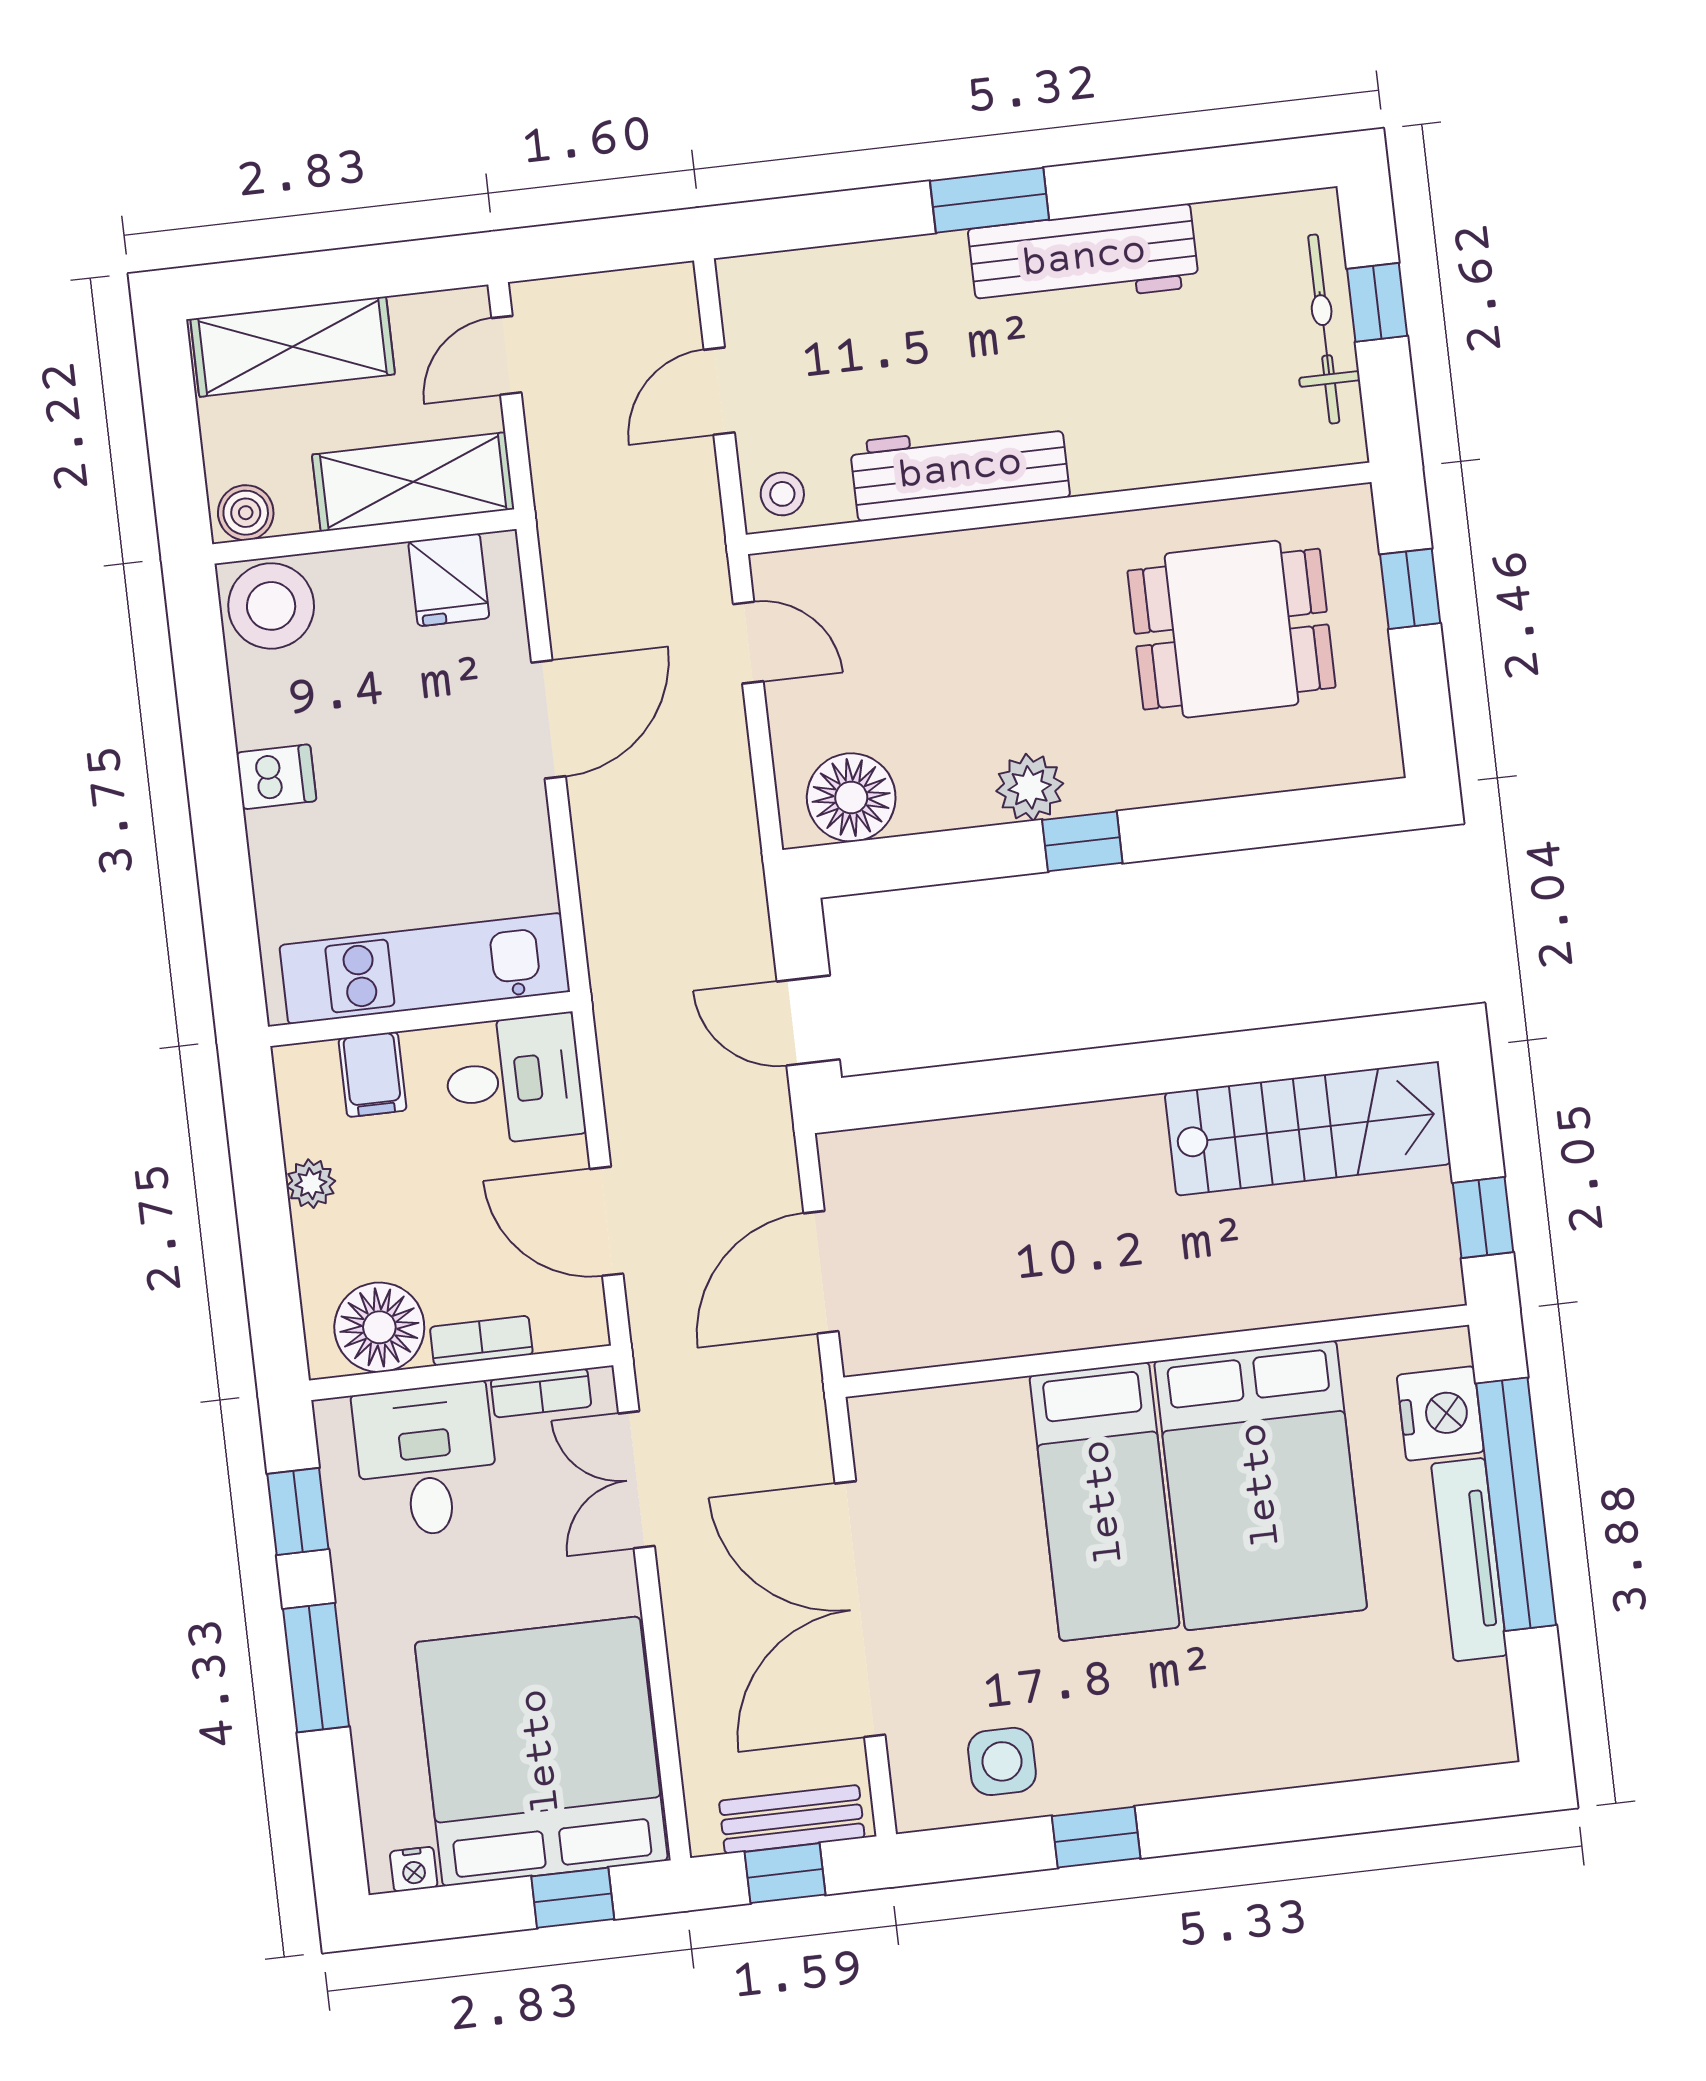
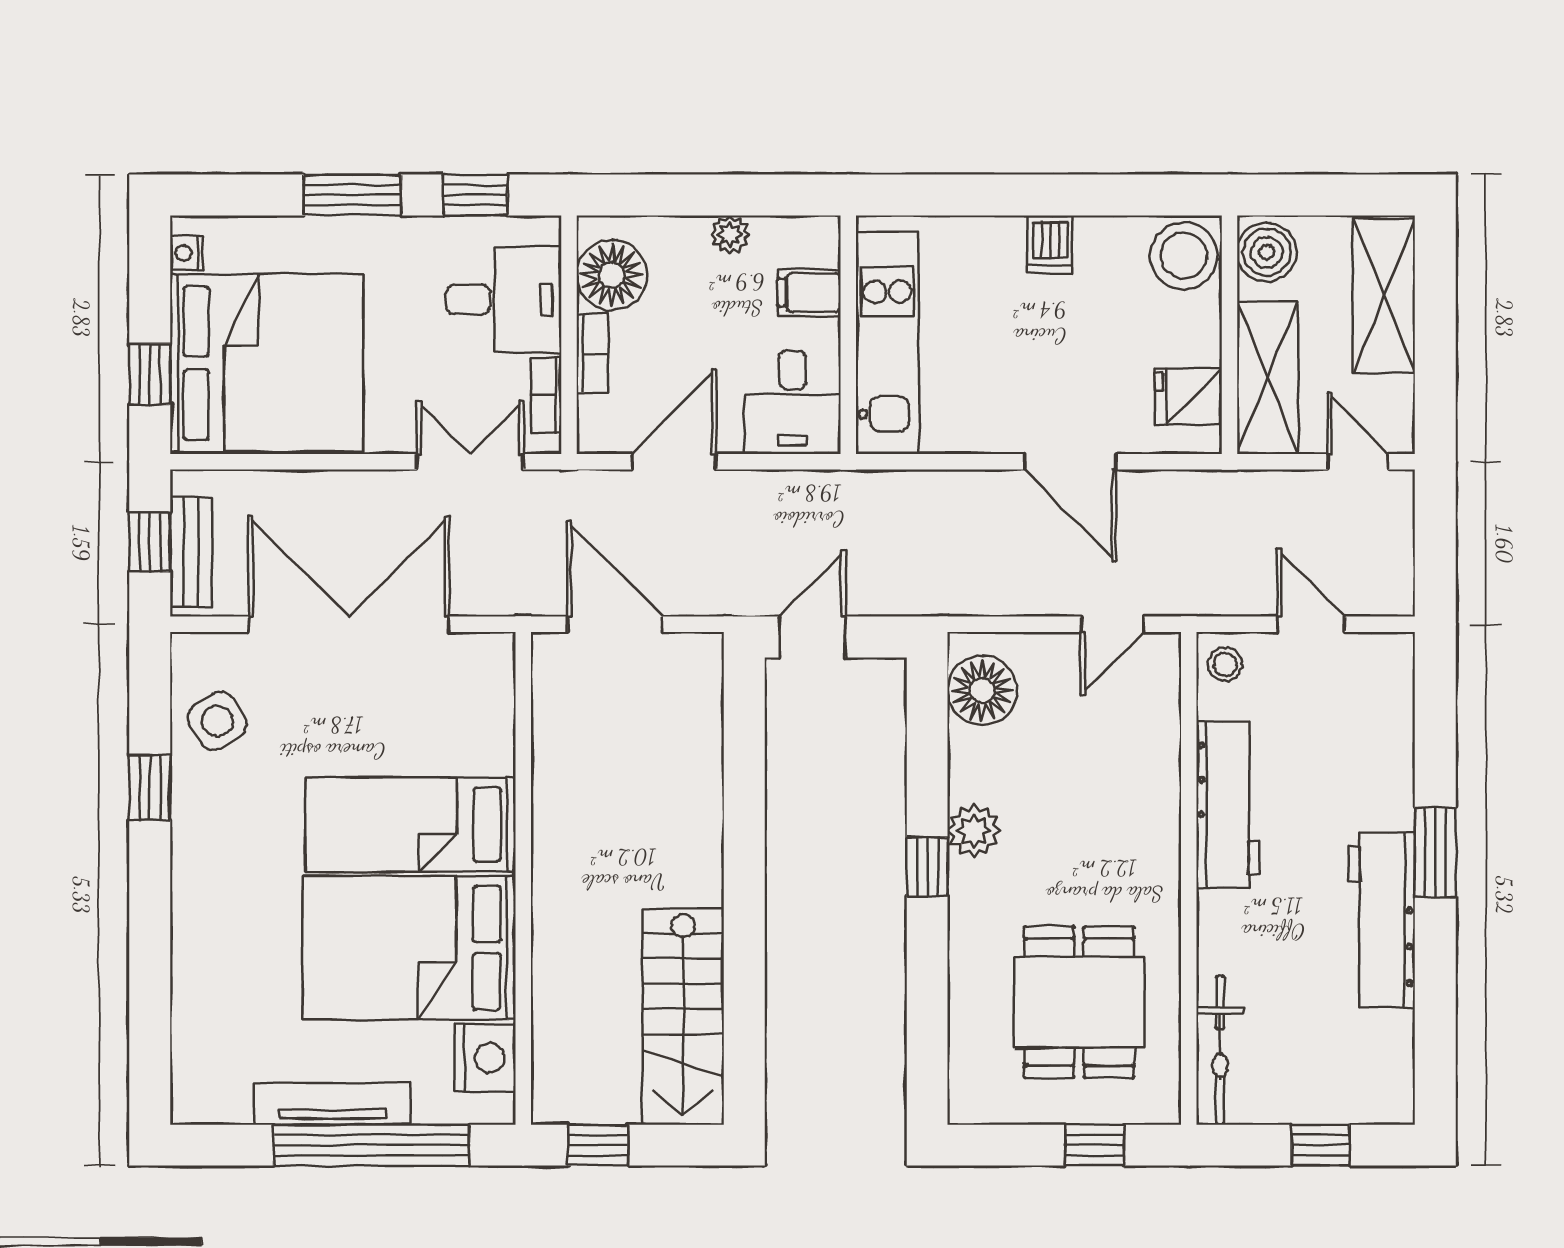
bicycle: (1324, 329) -> (1220, 1050), moved, turned 90
boiler: (246, 513) -> (1267, 252), width x1.36, depth x1.36
nightstand: (1440, 1414) -> (485, 1058), moved, turned -90
side table: (1002, 1761) -> (217, 721), turned -33

